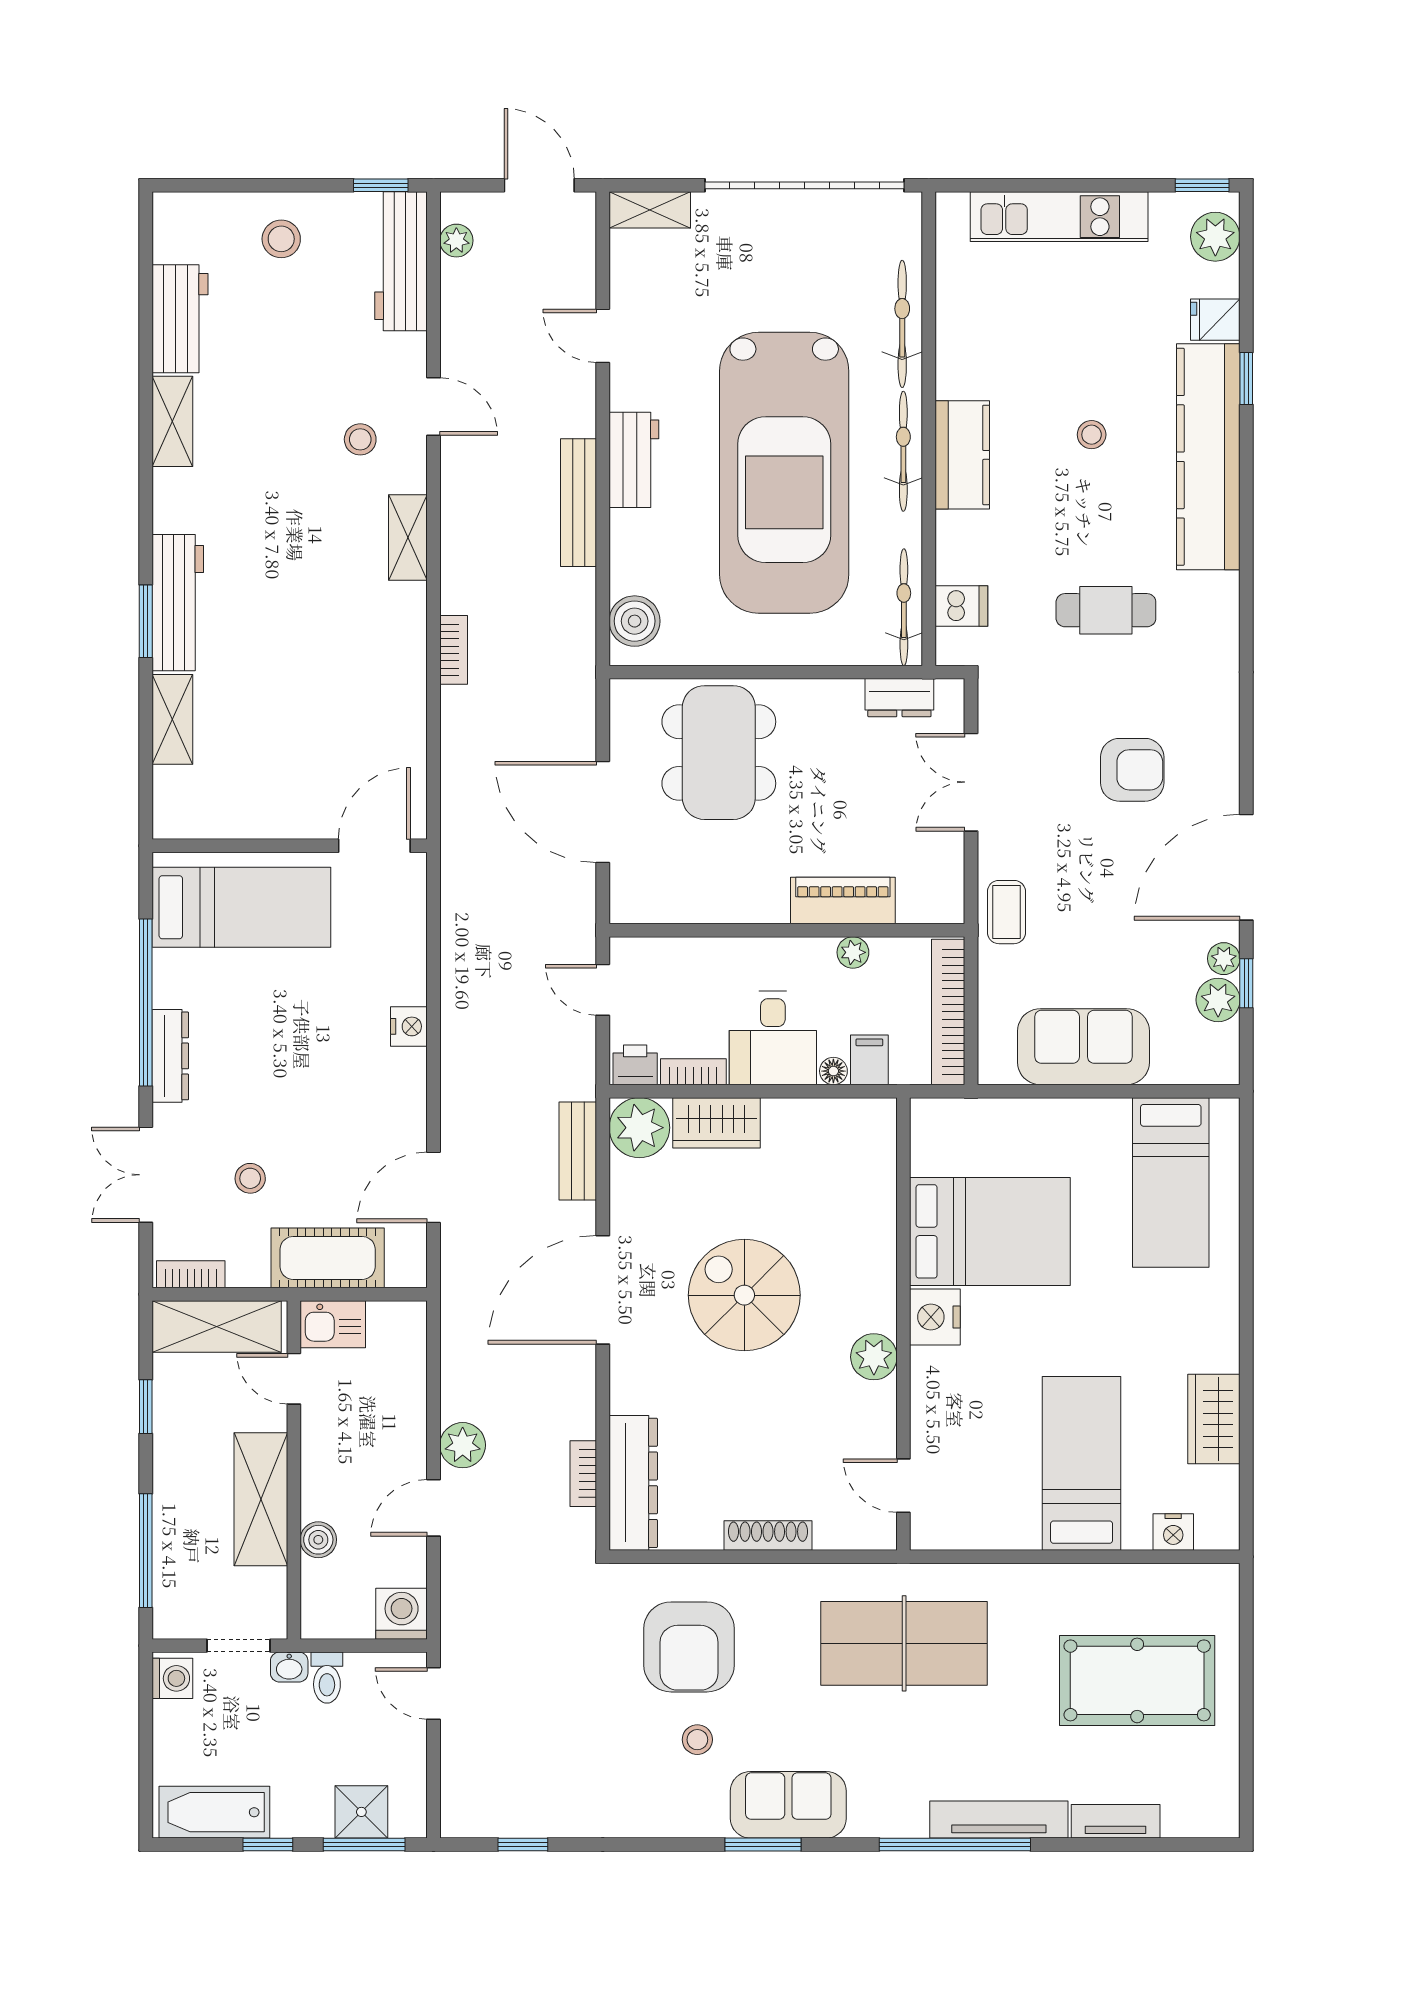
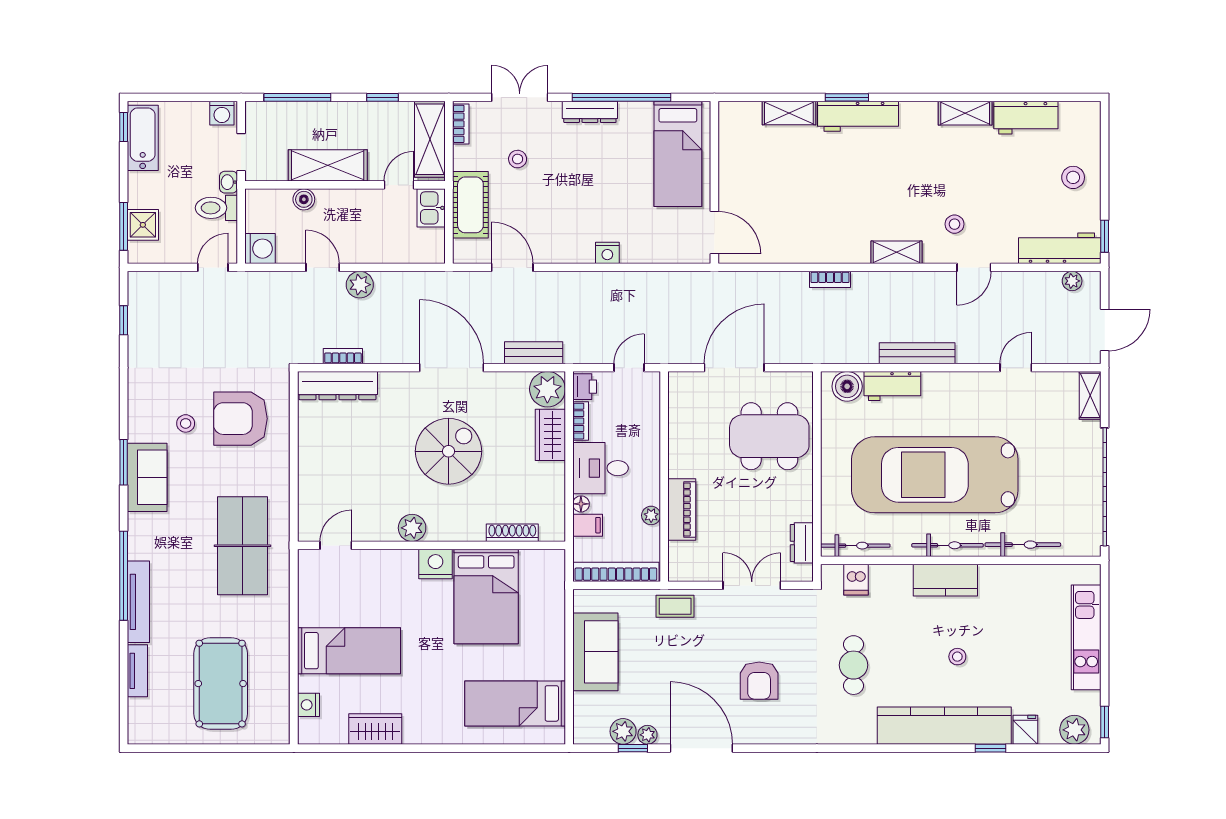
workbench: (634, 460) -> (892, 386), moved
shoe rack: (768, 1536) -> (512, 533), moved, turned -90
toilet: (327, 1678) -> (216, 208), width x1.37, depth x1.39
window: (268, 1845) -> (124, 127), moved

